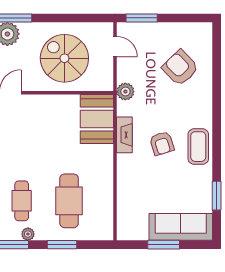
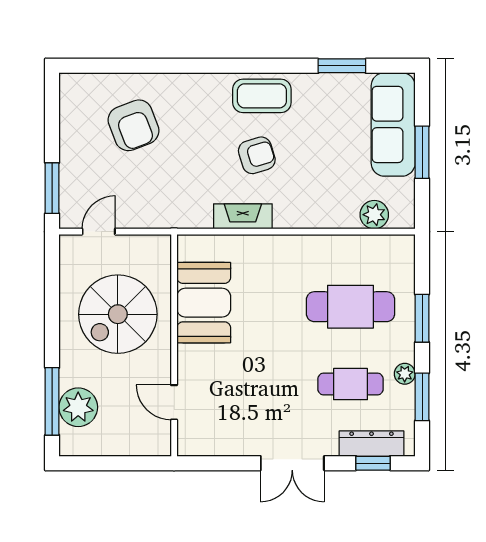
armchair: (180, 68) -> (134, 125), turned -67
plant: (125, 92) -> (374, 215), moved
booth: (97, 119) -> (204, 303), moved, turned 90

